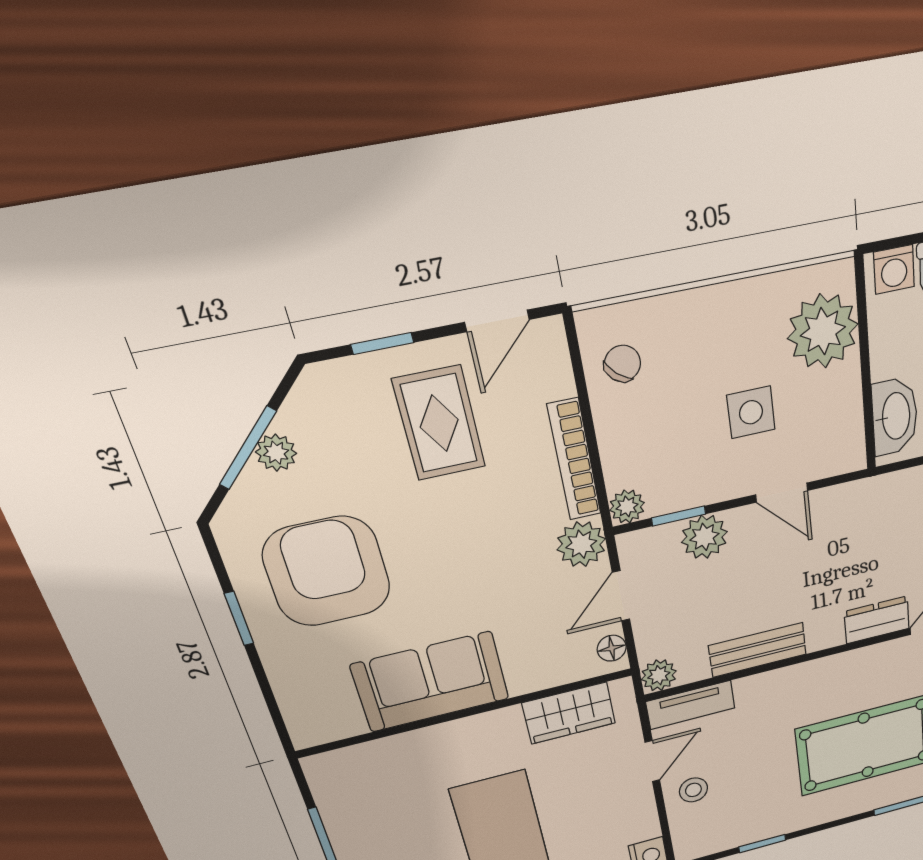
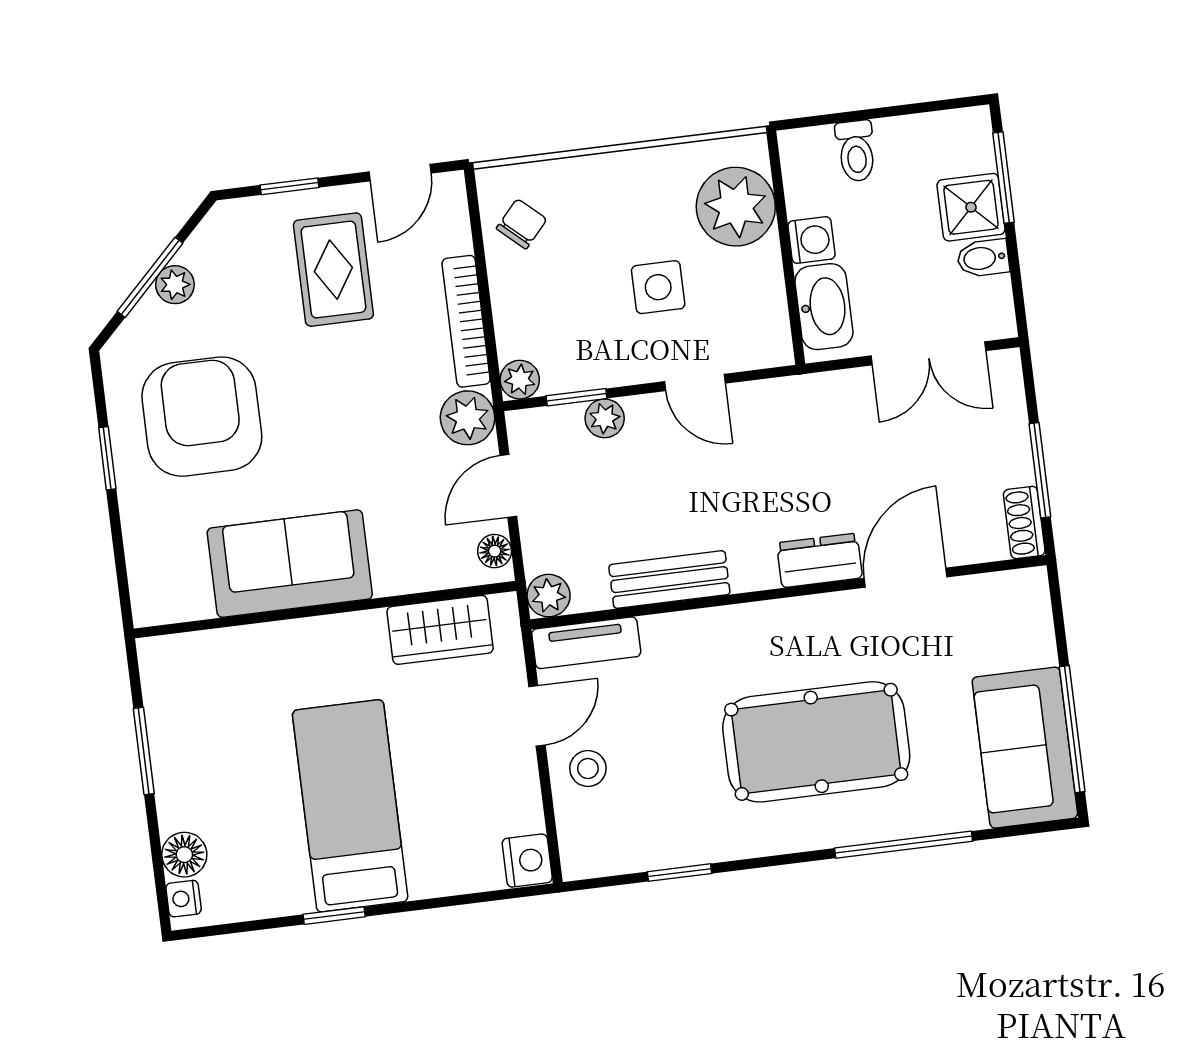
washing machine: (894, 269) -> (812, 240), moved, turned -90
plant: (704, 537) -> (605, 418), width x0.73, depth x0.73

